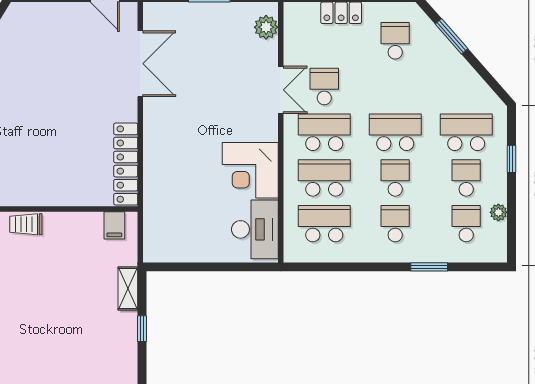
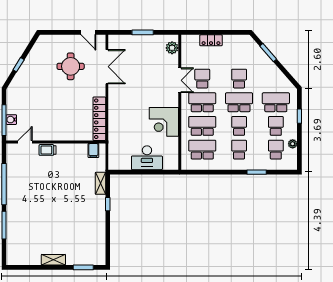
school desk: (395, 41) -> (239, 79), moved
round table: (70, 63) -> (71, 66), added
desk: (255, 229) -> (147, 158), moved, turned 90

